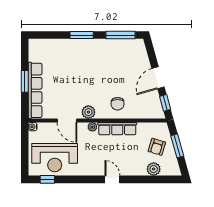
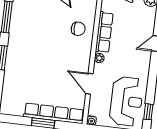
plant: (88, 112) -> (83, 60), removed
door: (67, 121) -> (89, 84), swing flipped

